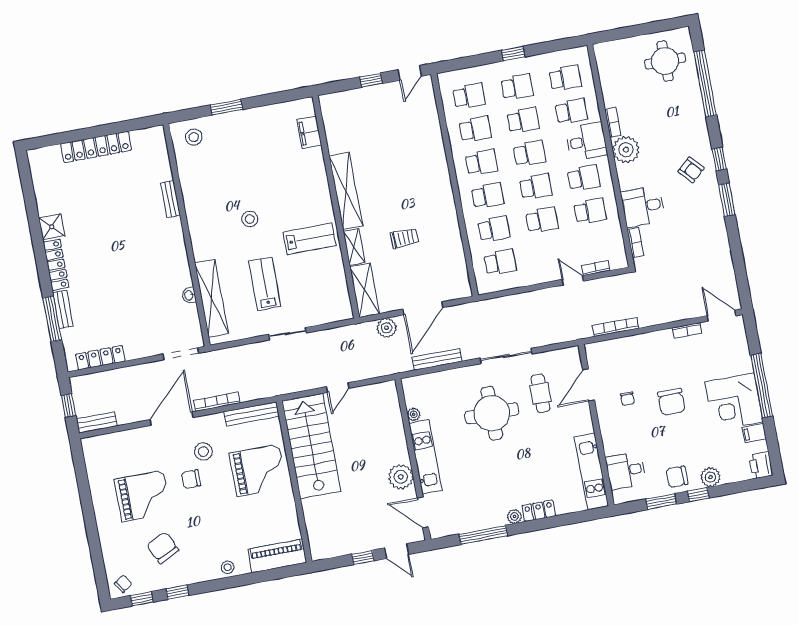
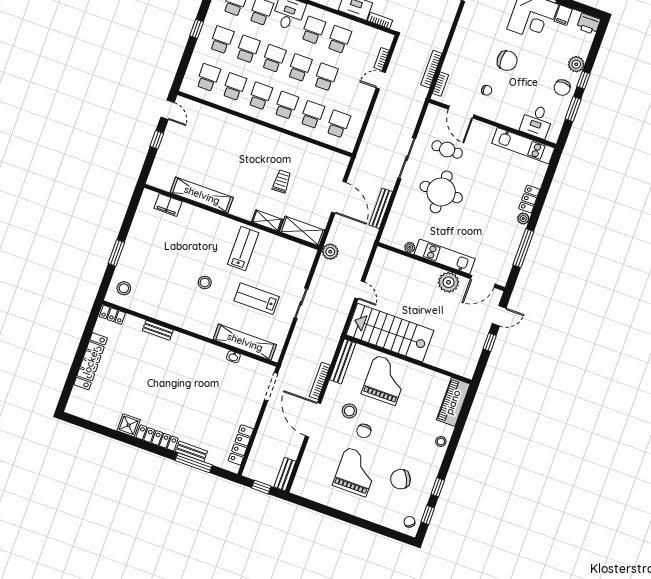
locker: (159, 141) -> (112, 315), added
shelving: (346, 191) -> (202, 195), moved
plant: (387, 328) -> (330, 252), moved
bookcase: (687, 330) -> (440, 84), moved

